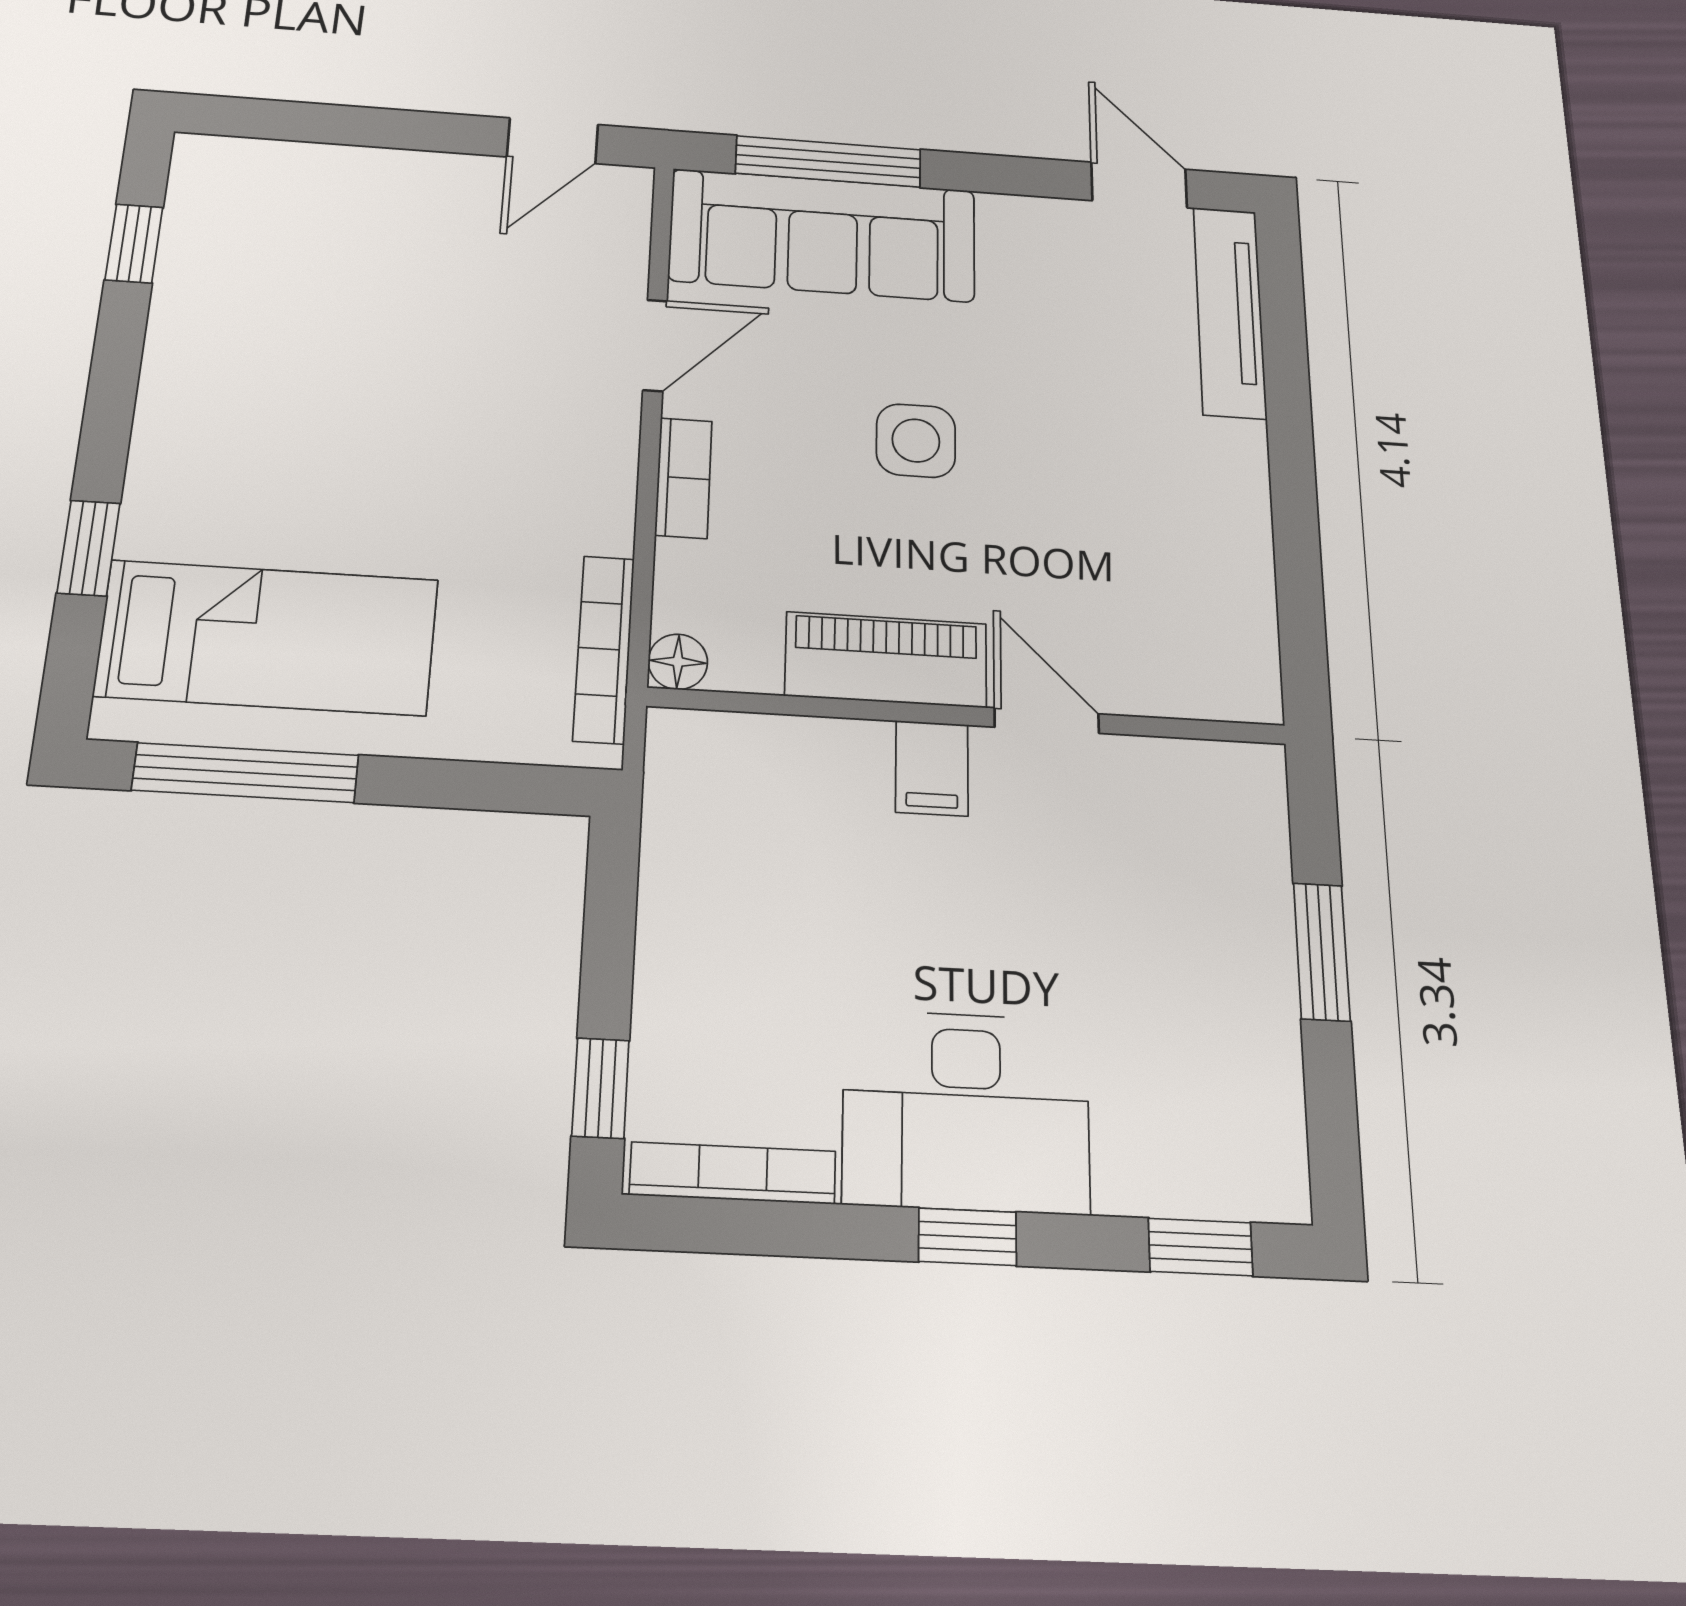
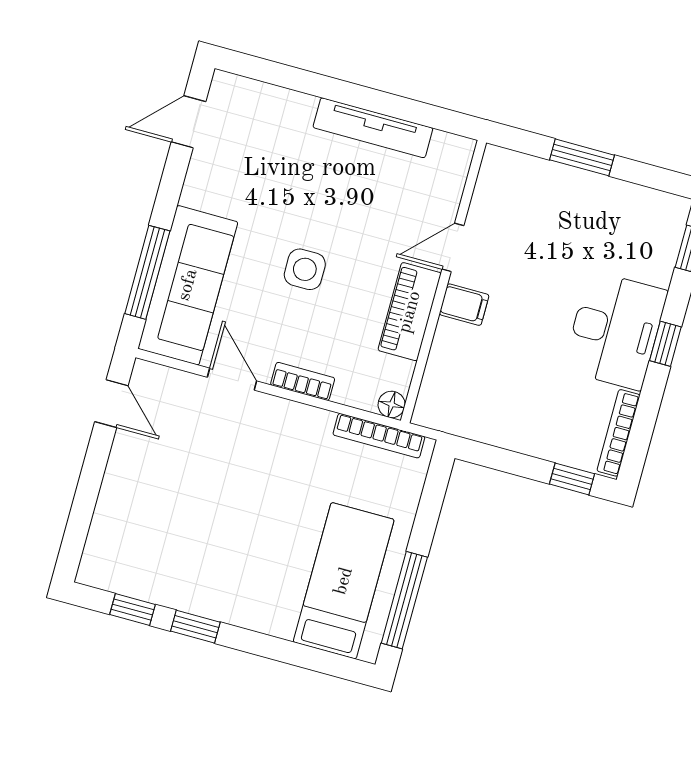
tv unit: (1230, 312) -> (373, 128), moved
window: (89, 548) -> (195, 627), moved

